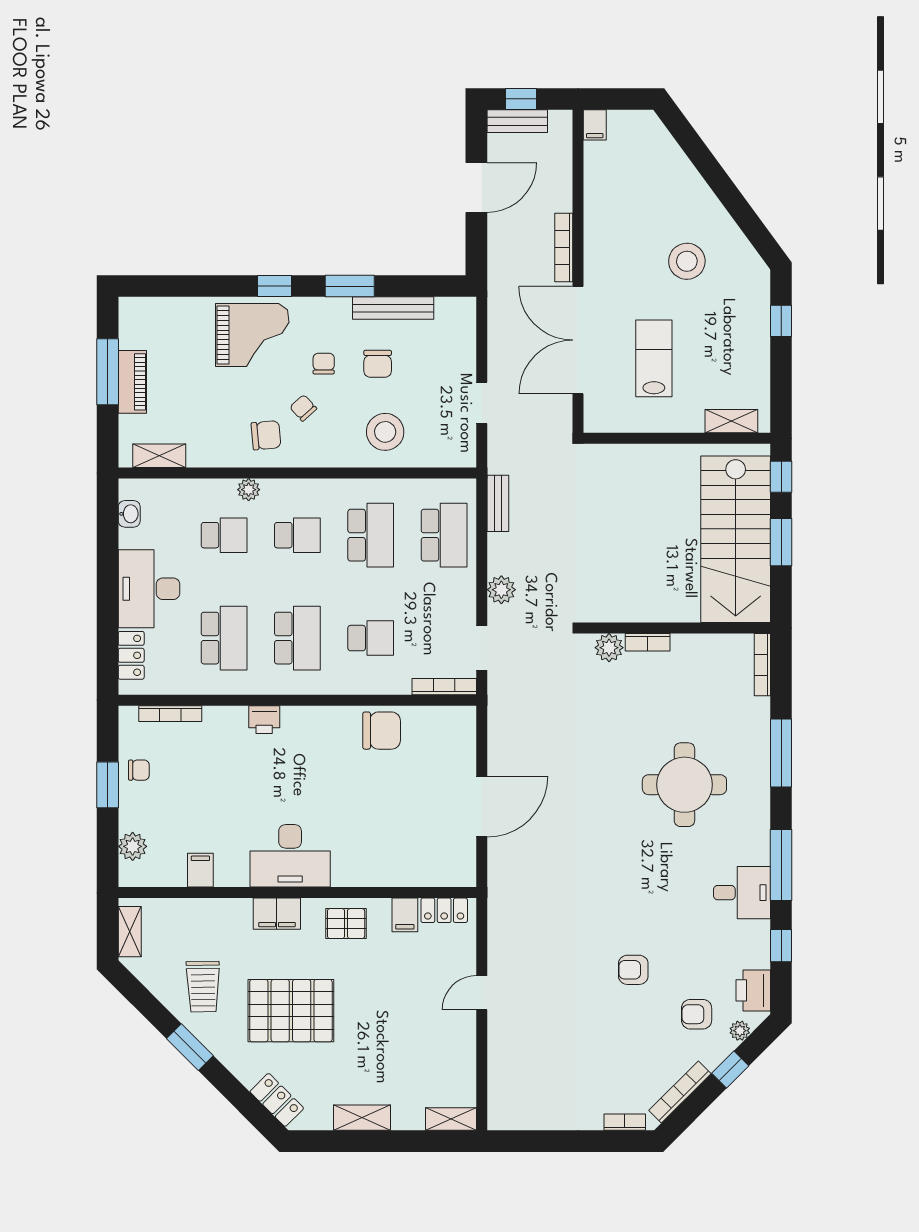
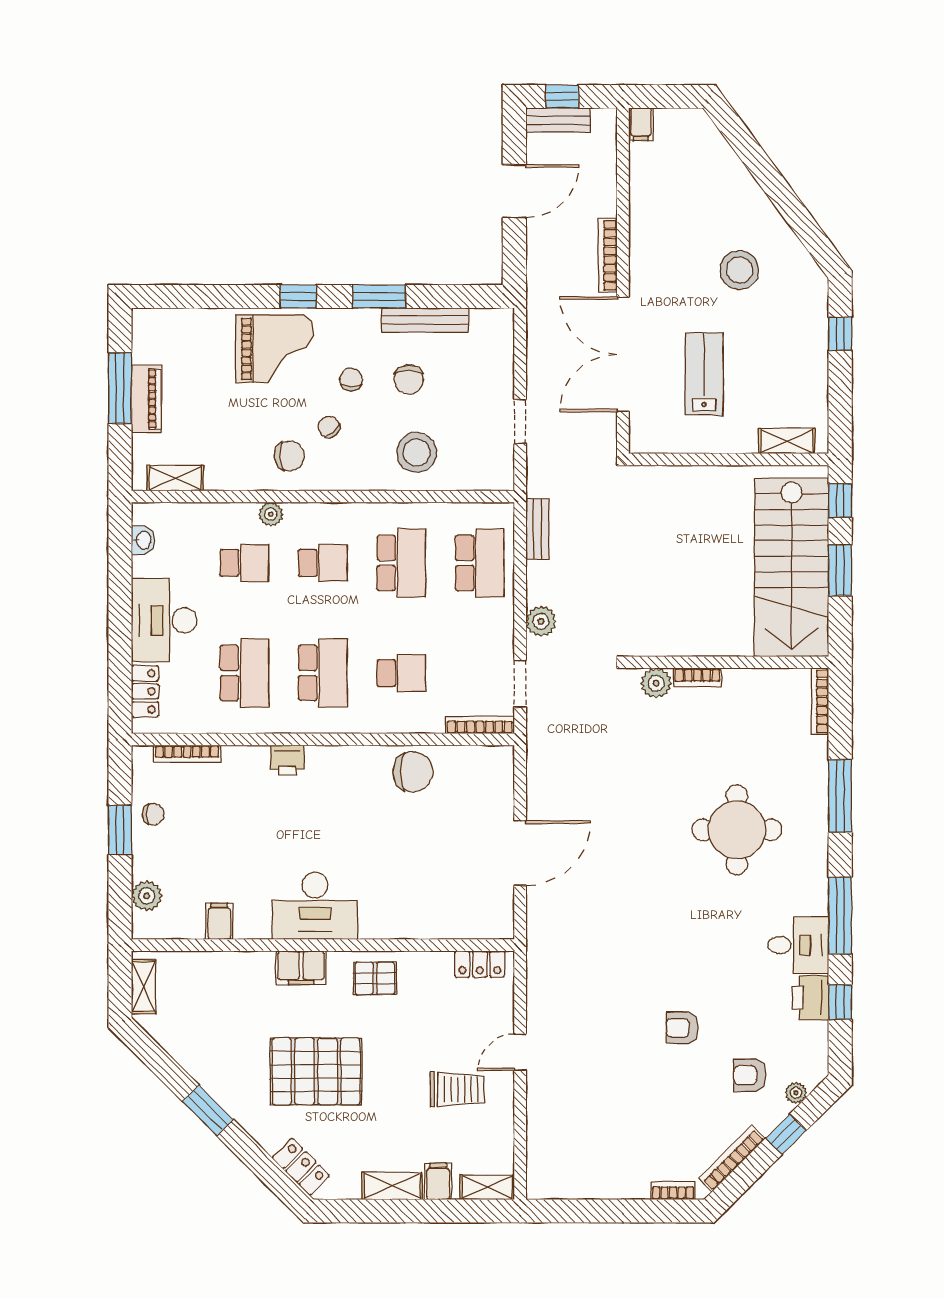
filing cabinet: (405, 915) -> (438, 1181), moved, turned 180
trolley: (203, 987) -> (457, 1089), moved, turned -89
printer: (753, 990) -> (810, 998), moved

